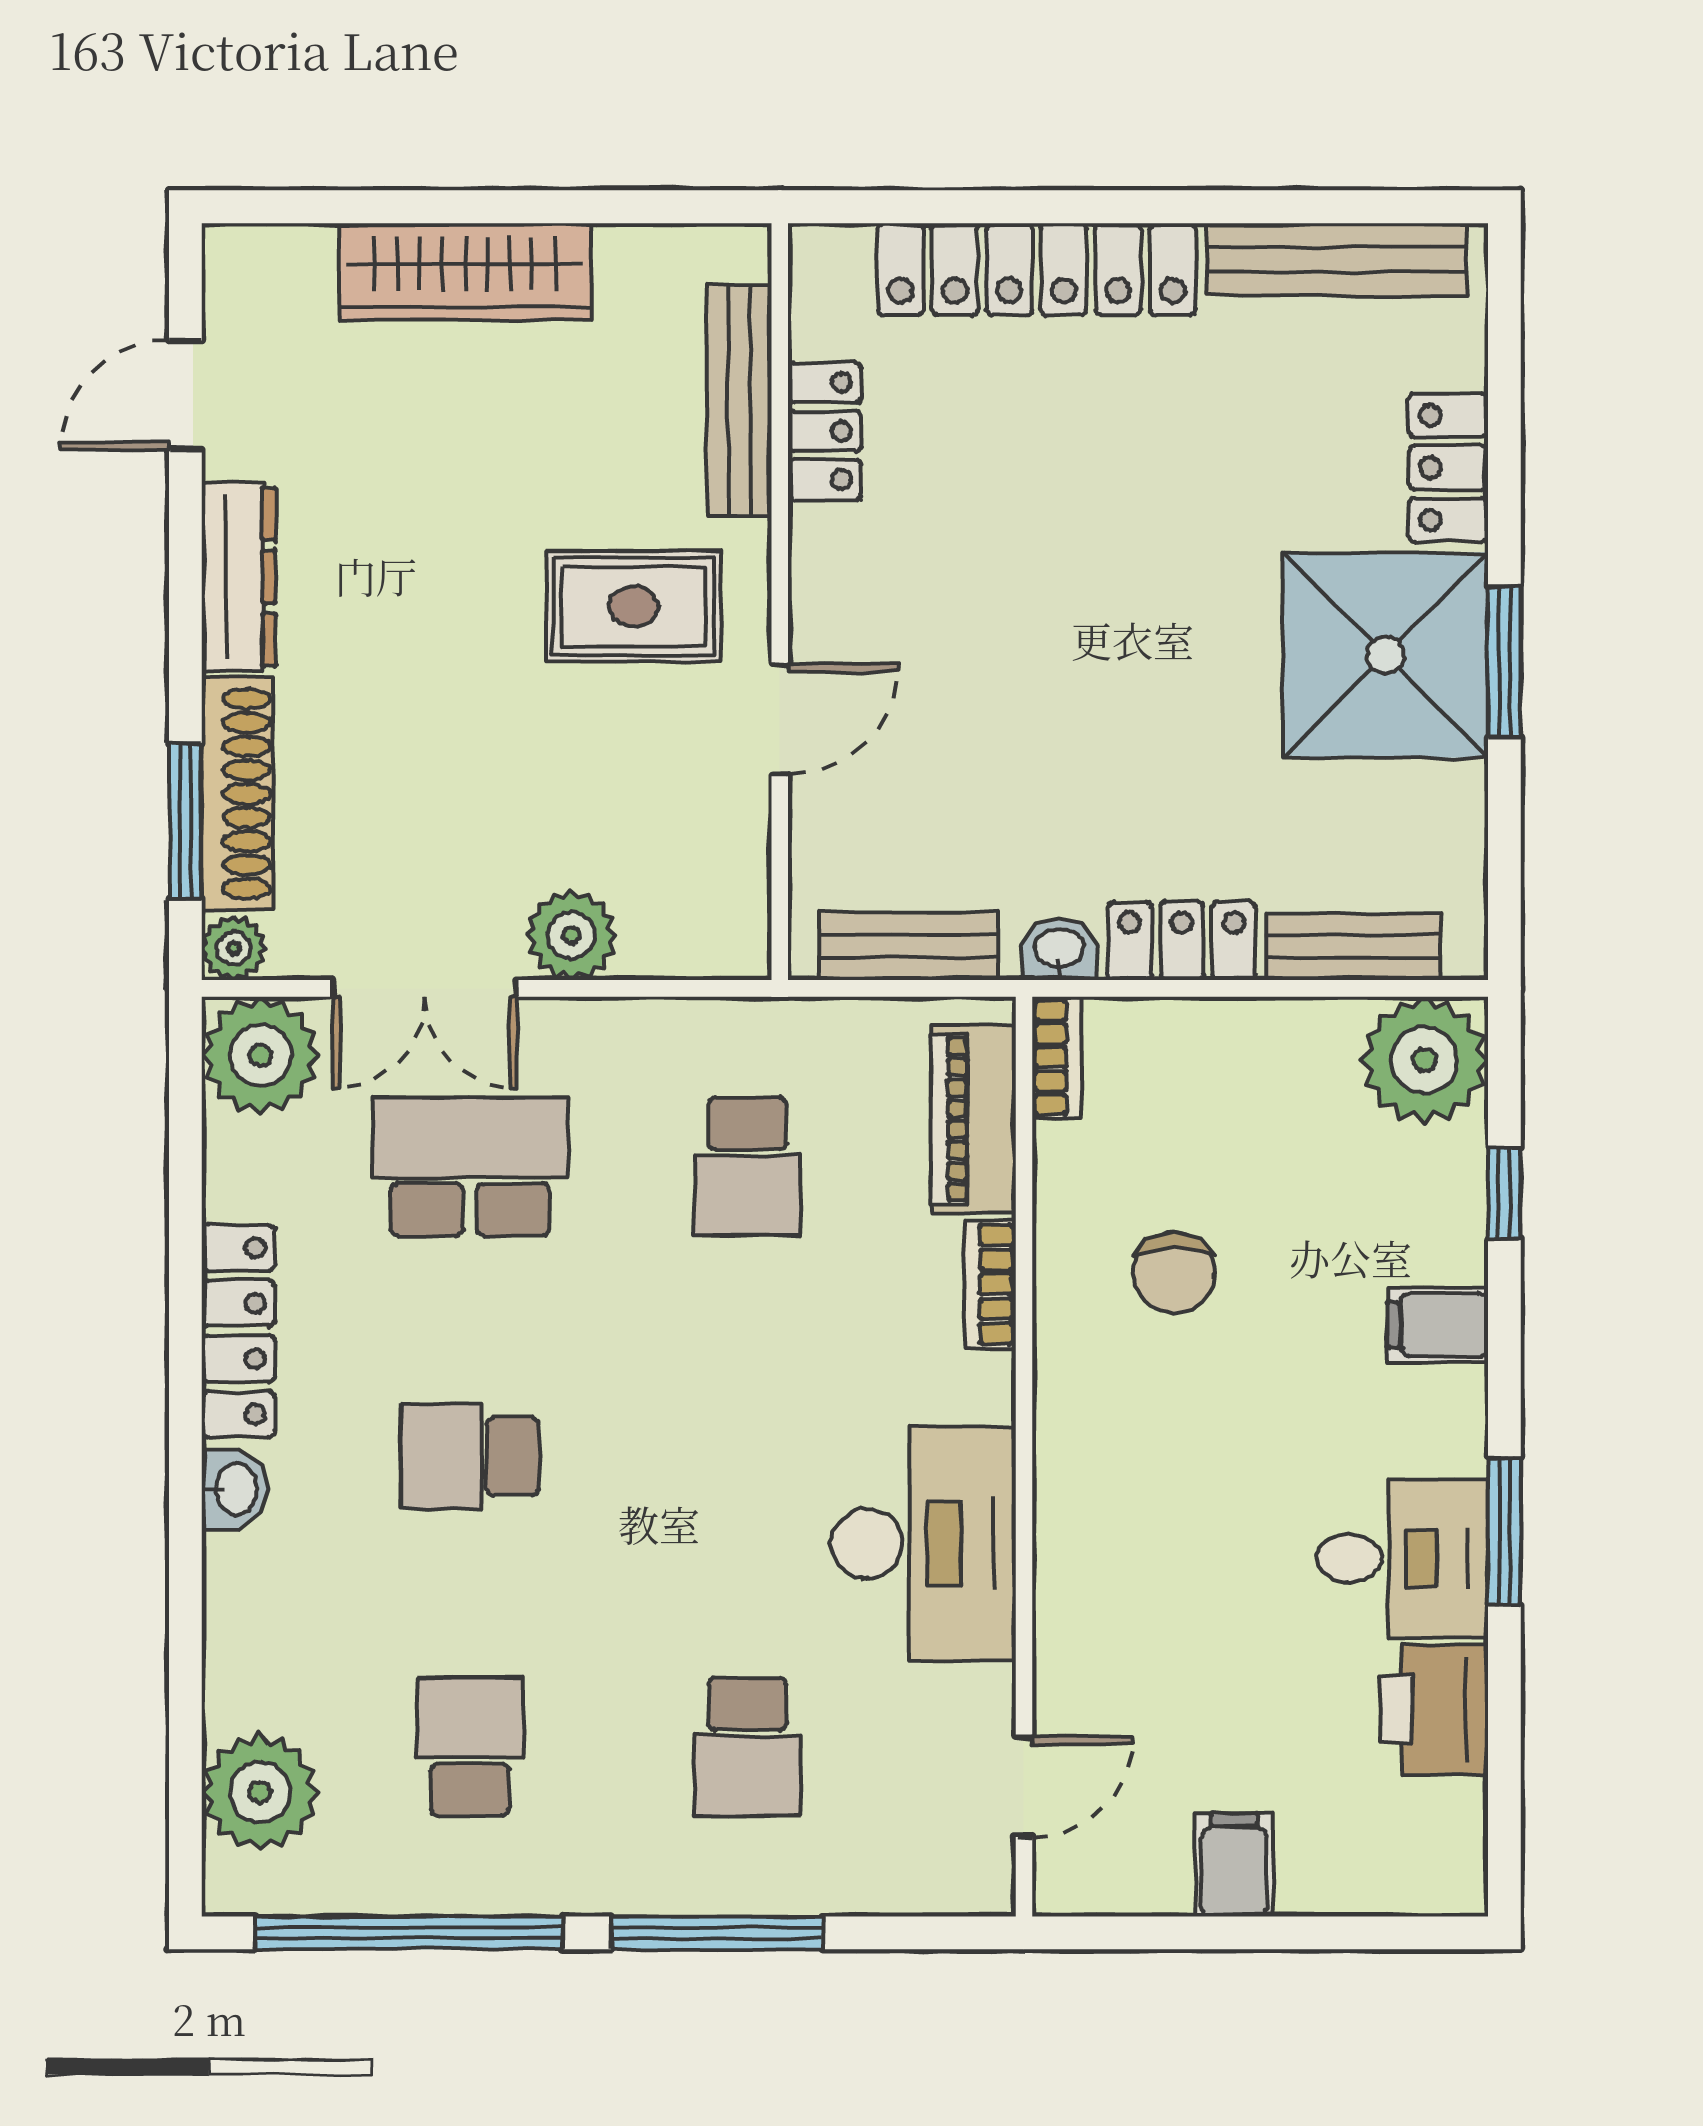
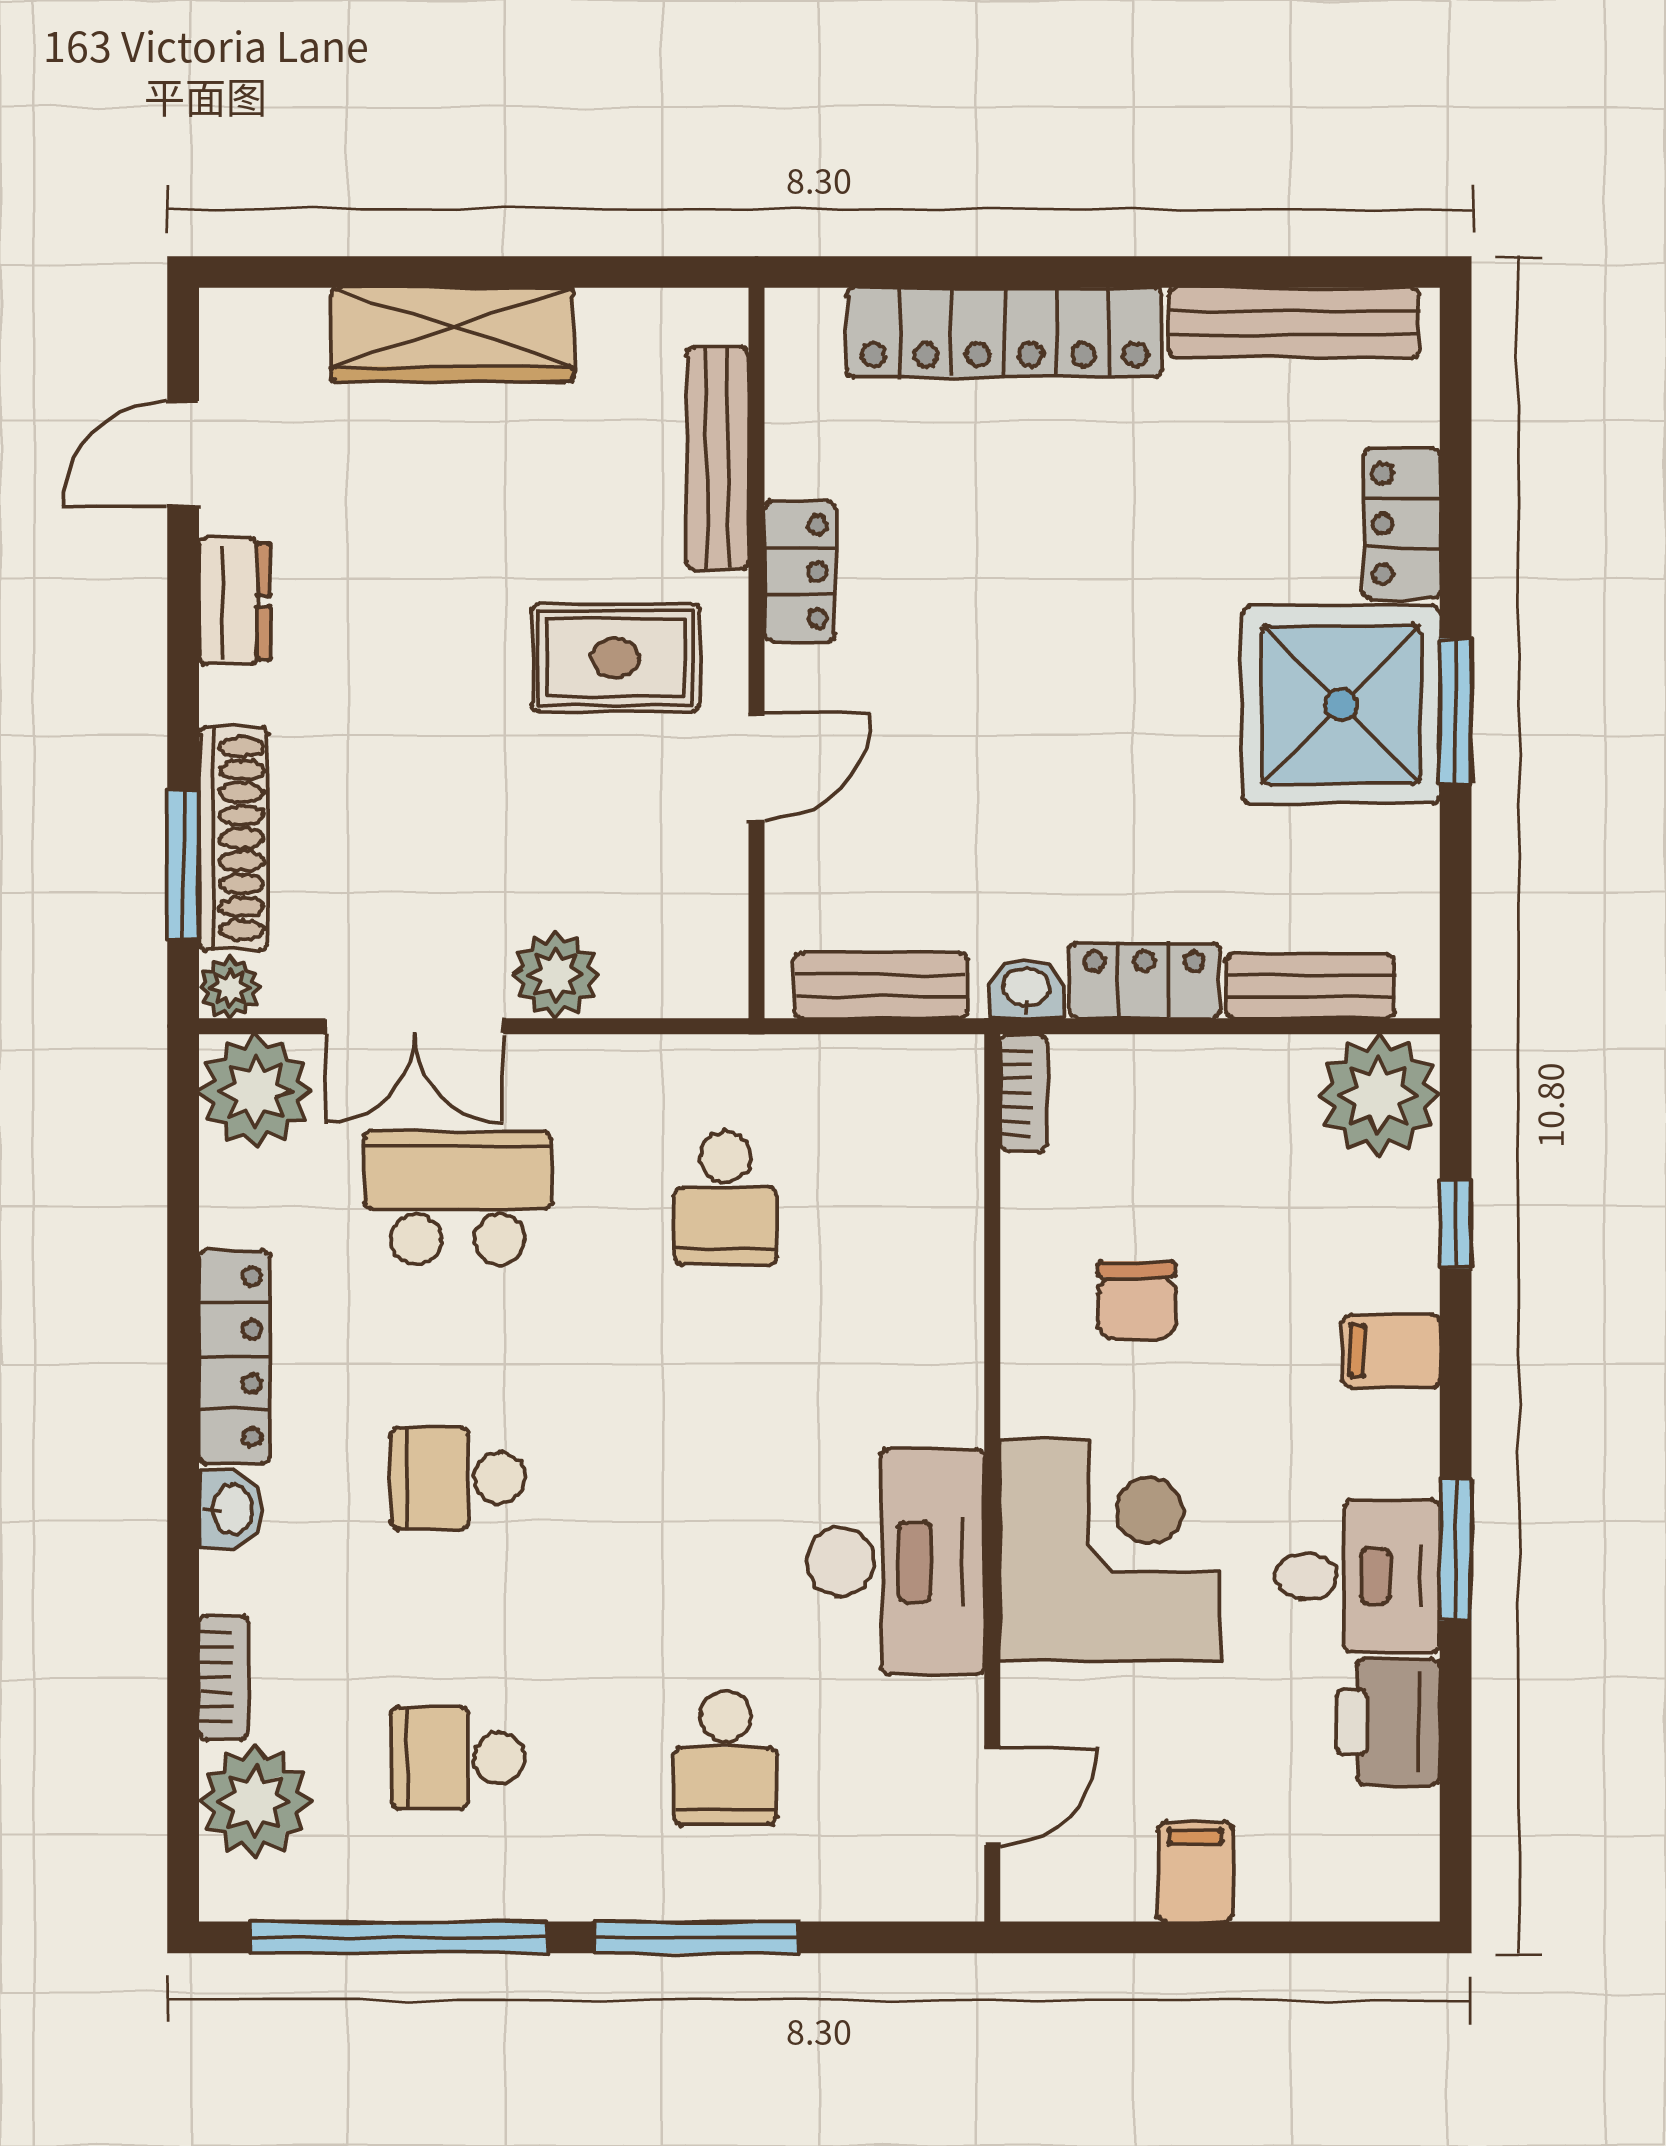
locker: (825, 431) -> (800, 572), moved
dresser: (239, 577) -> (234, 601), width x0.70
piano: (974, 1119) -> (944, 1152), removed
bookcase: (990, 1284) -> (224, 1677), moved, turned 180
corner desk: (1146, 1531) -> (1110, 1550), added
school desk: (470, 1747) -> (458, 1758), turned -90

